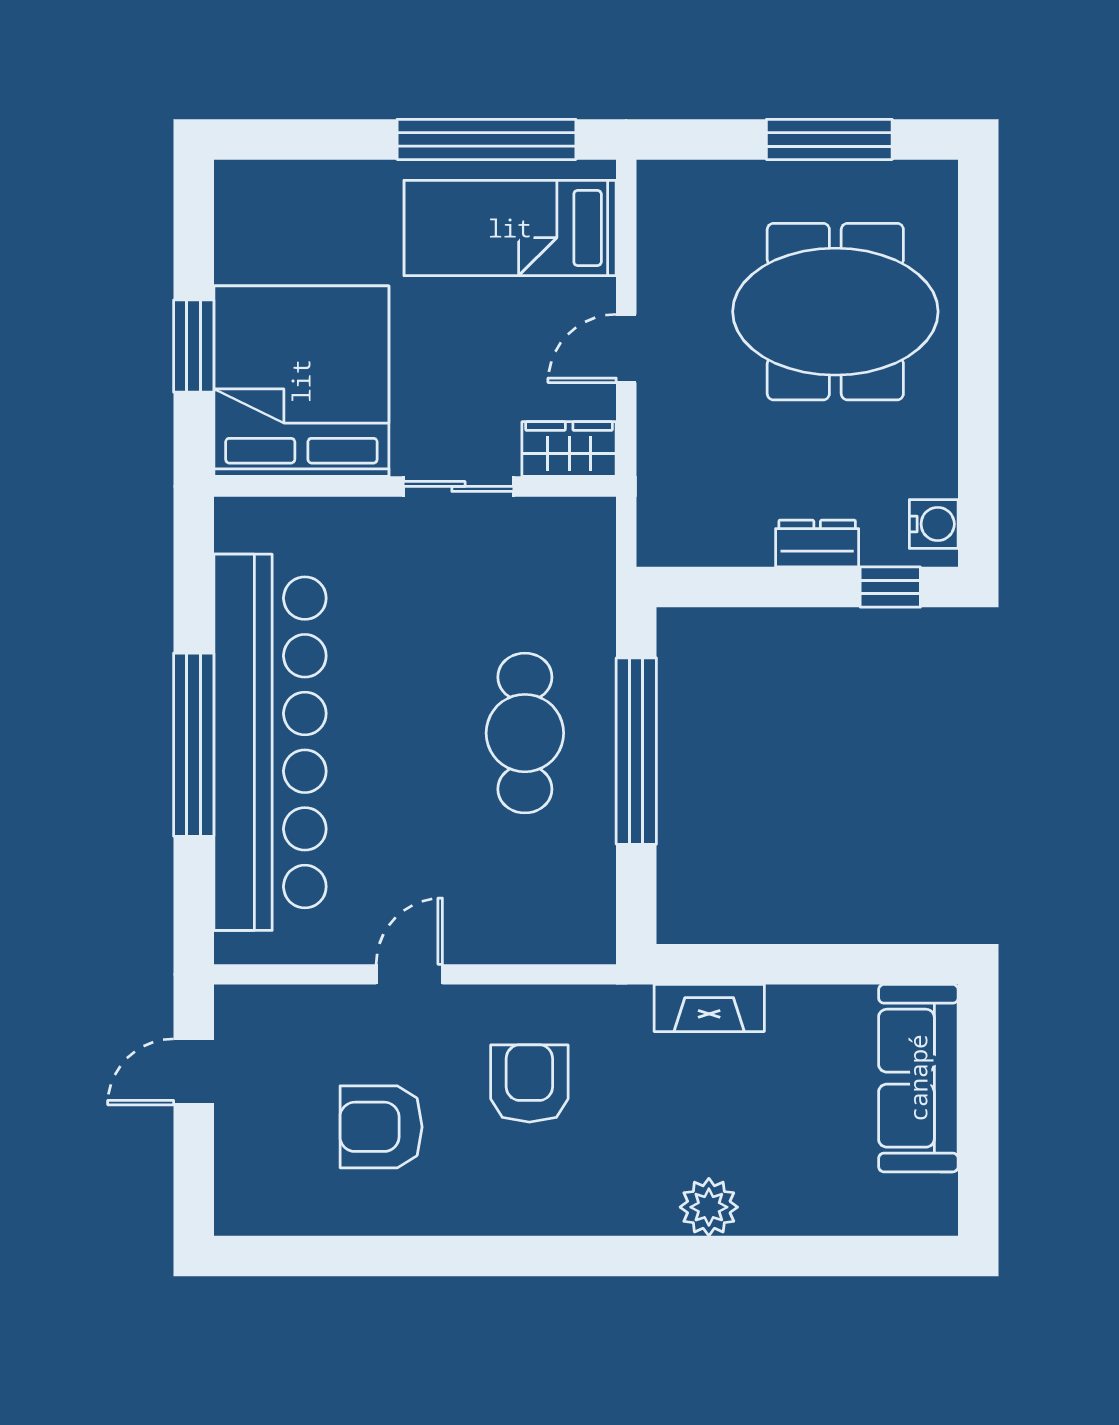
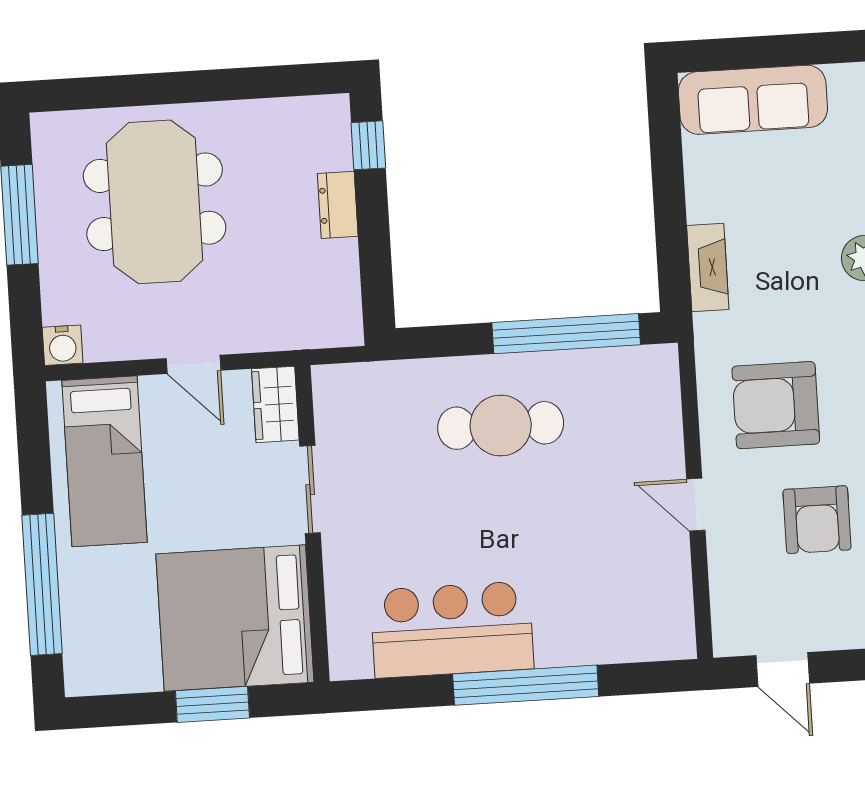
window: (487, 139) -> (42, 584), moved
water cooler: (934, 524) -> (63, 345), moved, turned 180
bar counter: (270, 742) -> (452, 629), width x0.54
window: (636, 751) -> (566, 334), moved
armchair: (529, 1083) -> (776, 405), width x1.36, depth x1.36

